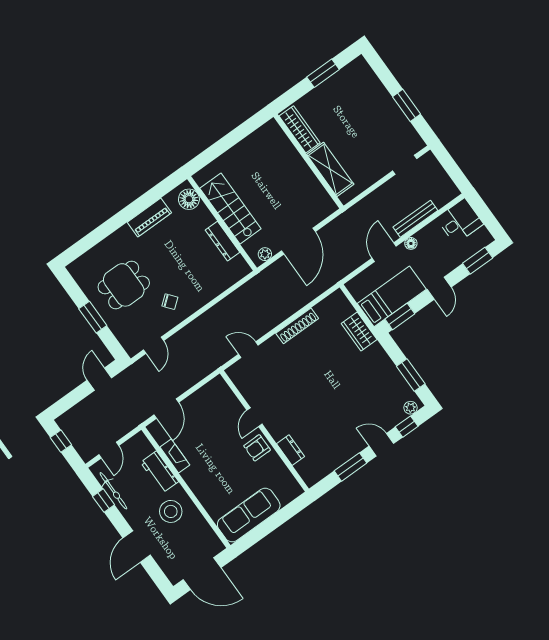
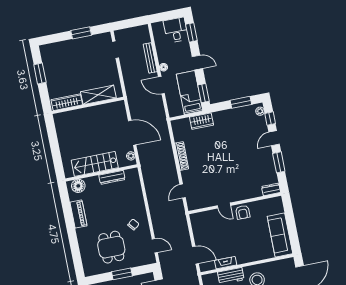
desk: (460, 221) -> (176, 30), moved
dresser: (291, 450) -> (271, 189), moved

